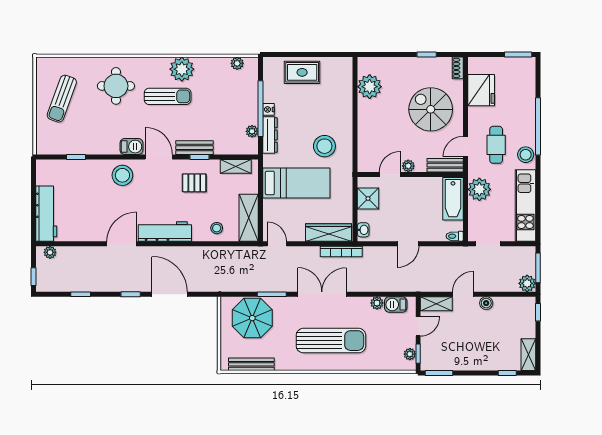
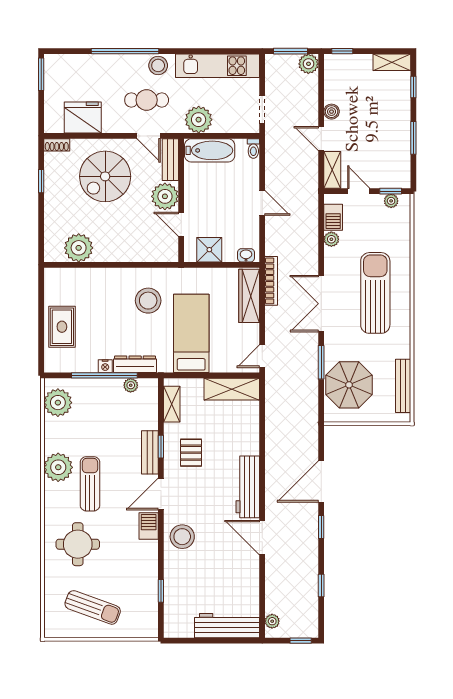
plant: (237, 63) -> (58, 403), width x1.88, depth x1.88
plant: (408, 166) -> (165, 196), width x1.87, depth x1.87
stool: (217, 228) -> (244, 426), removed
window: (439, 373) -> (413, 138), moved

